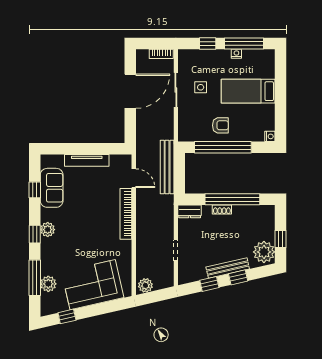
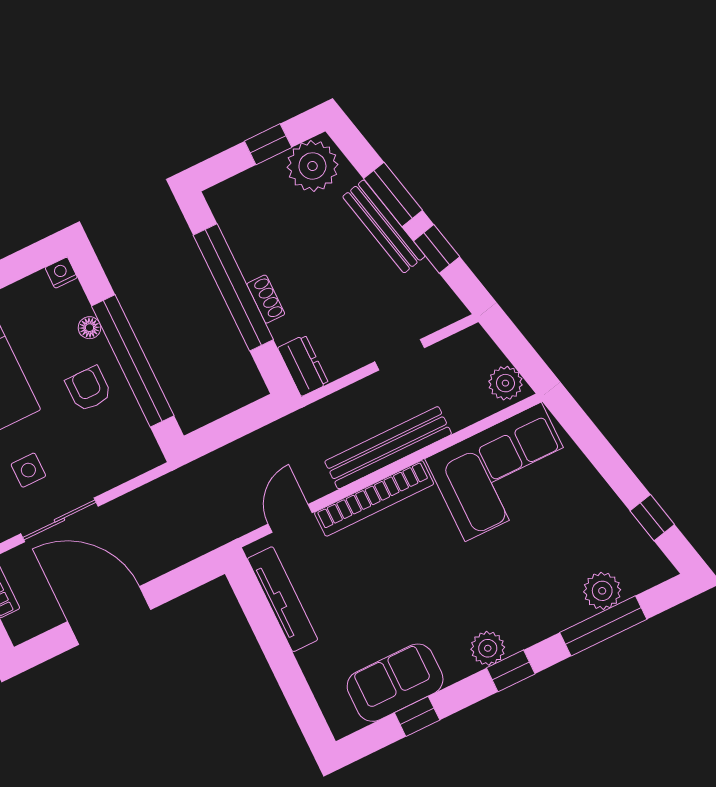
floor lamp: (244, 137) -> (89, 328), added
tv unit: (87, 160) -> (283, 599), moved
bench: (167, 167) -> (388, 448), moved
window: (238, 277) -> (393, 194), width x1.50
corner sofa: (93, 285) -> (503, 472), moved, turned -77

